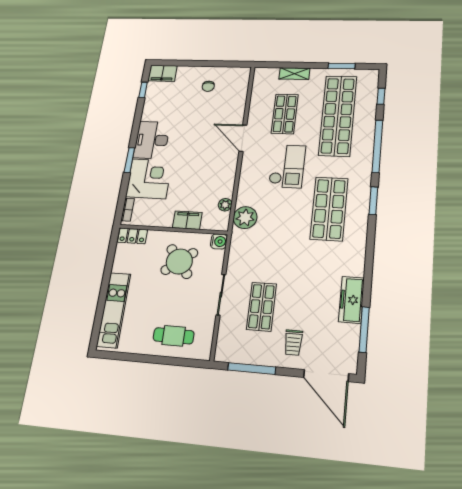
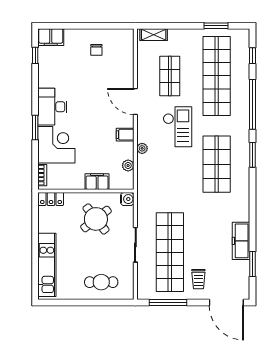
shelving: (294, 74) -> (154, 35), moved
filing cabinet: (227, 172) -> (125, 135), added
plant: (245, 218) -> (142, 148), moved, width x0.53, depth x0.53
shop shelf: (261, 307) -> (170, 252), width x2.00, depth x1.36
window: (364, 330) -> (253, 264), width x0.69

